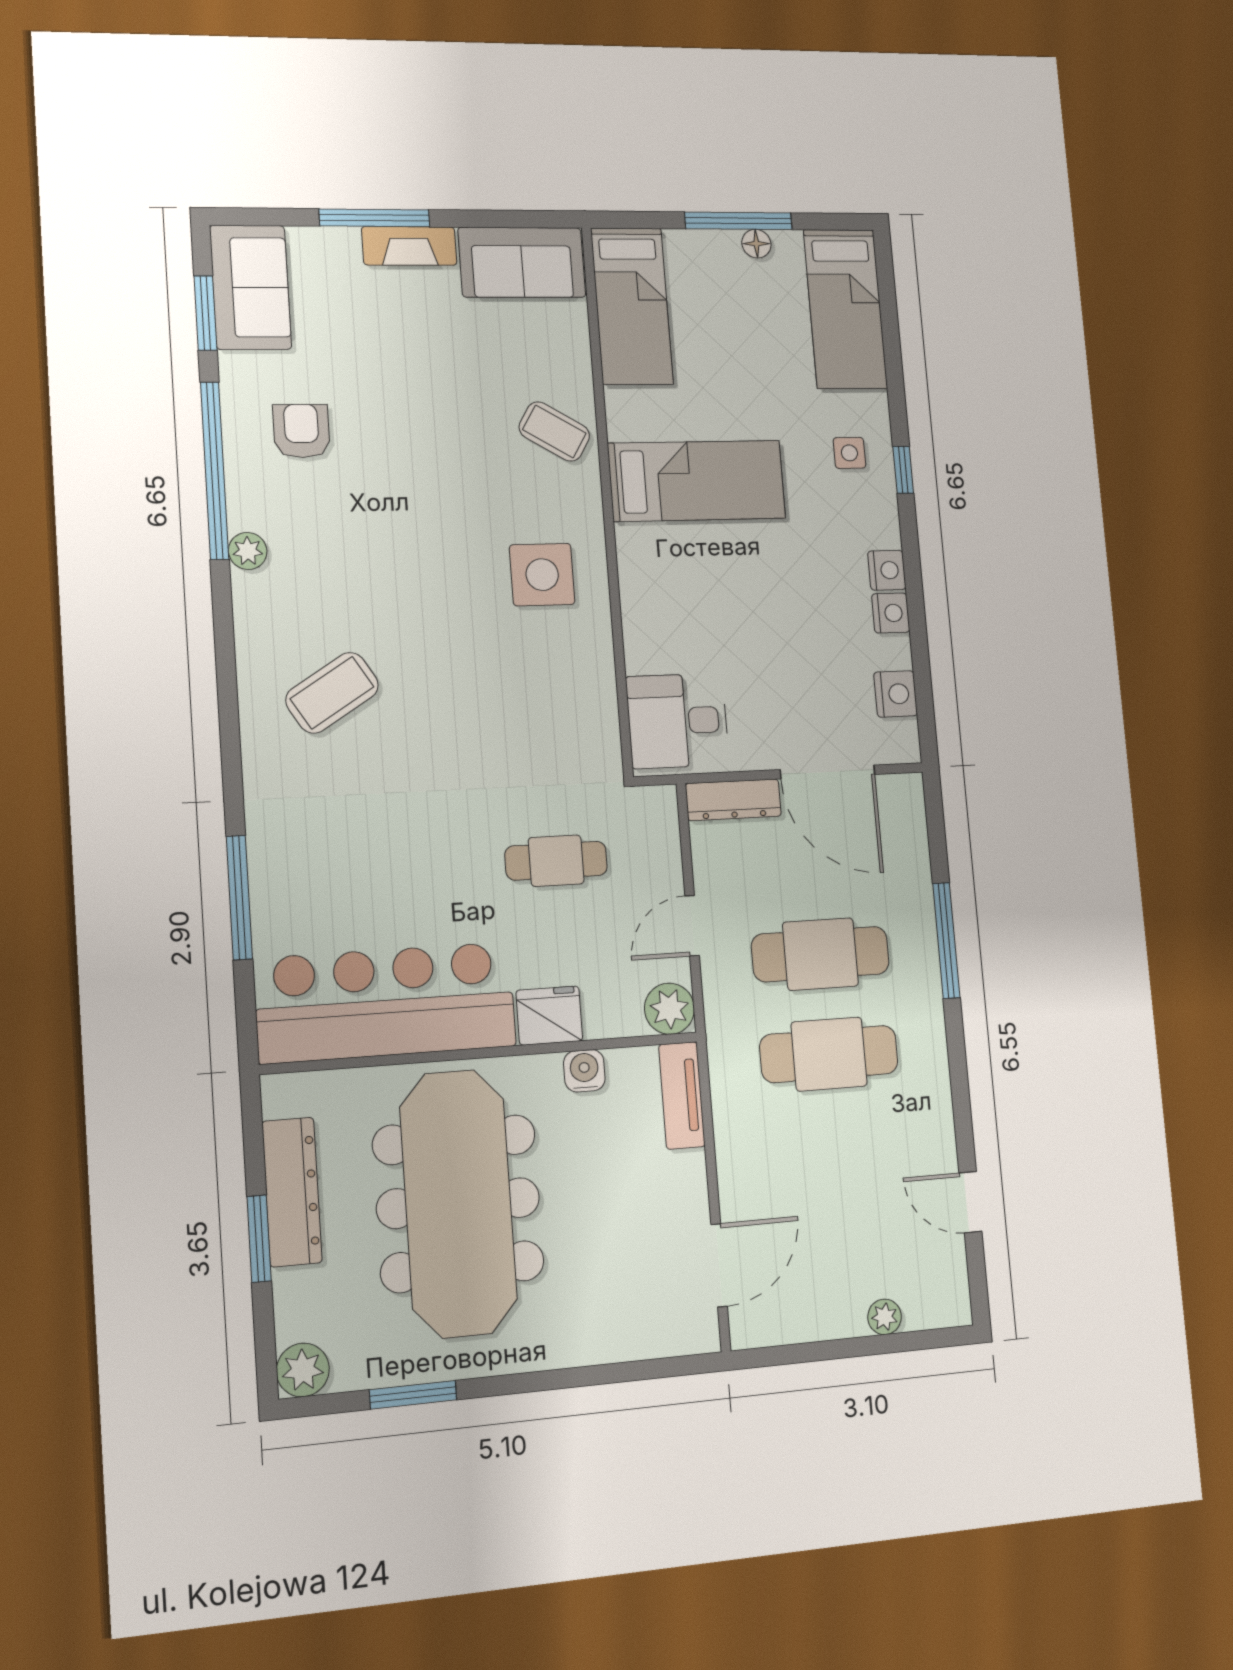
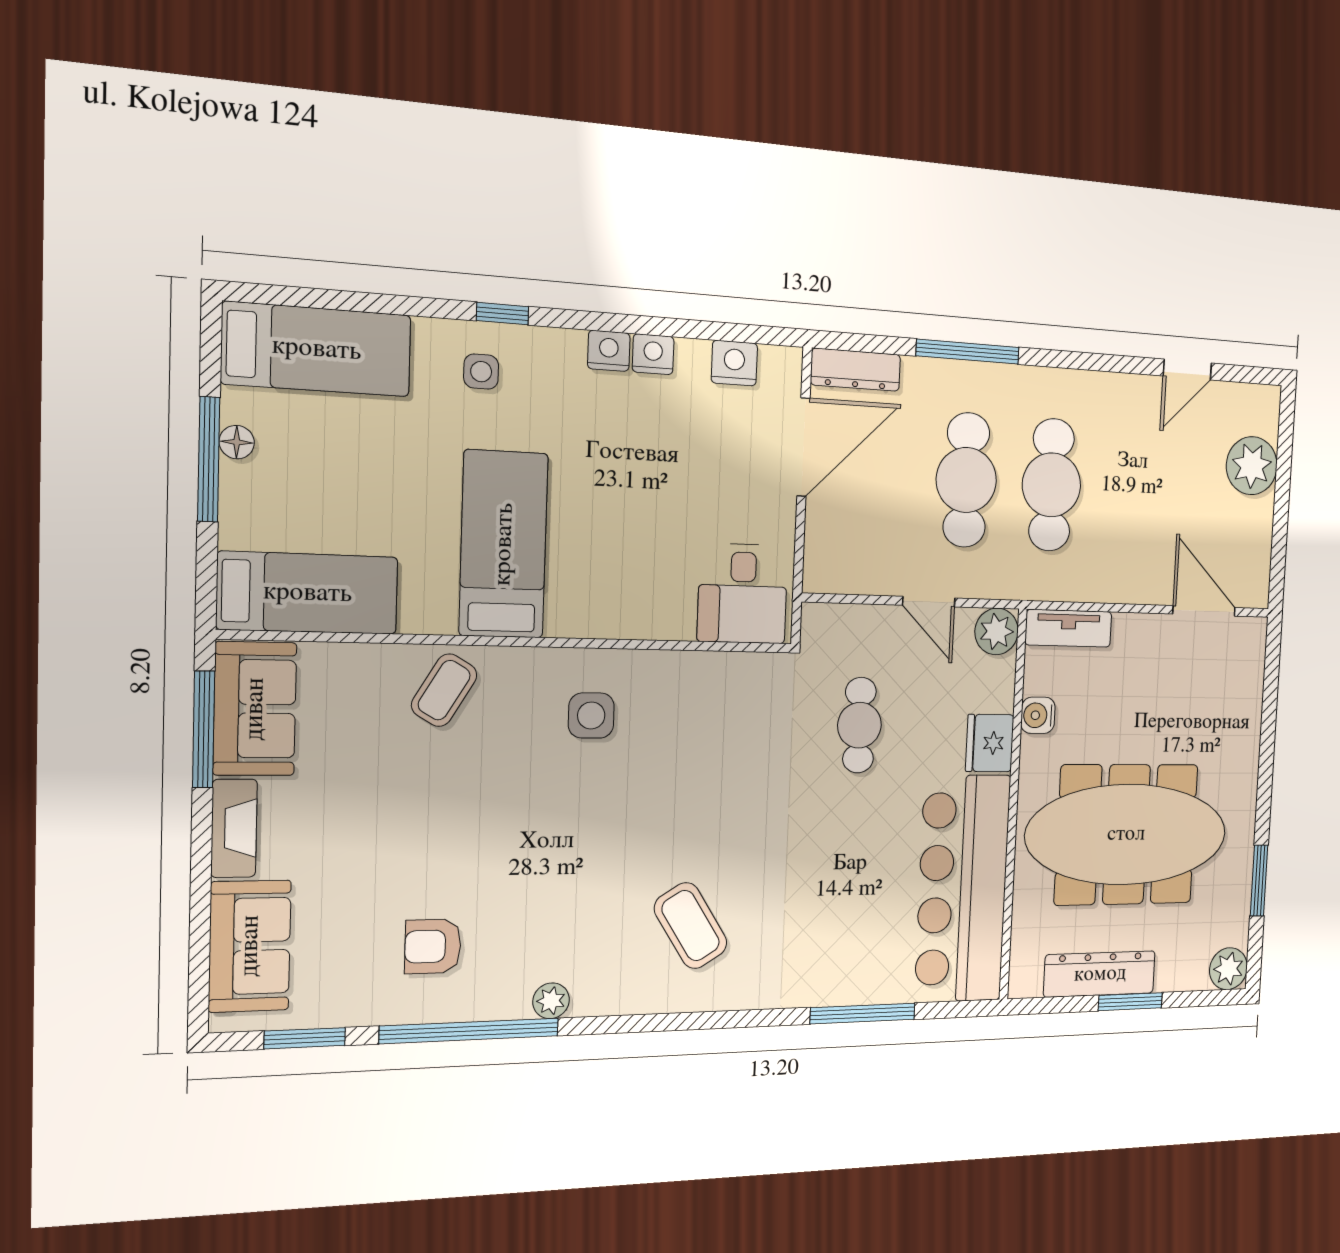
window: (374, 218) -> (204, 729), moved
sofa: (251, 287) -> (250, 946), moved, turned 90
side table: (542, 575) -> (591, 715), width x0.73, depth x0.73
dresser: (733, 800) -> (856, 370), moved, turned 90
plant: (885, 1317) -> (1252, 466), width x1.87, depth x1.87

